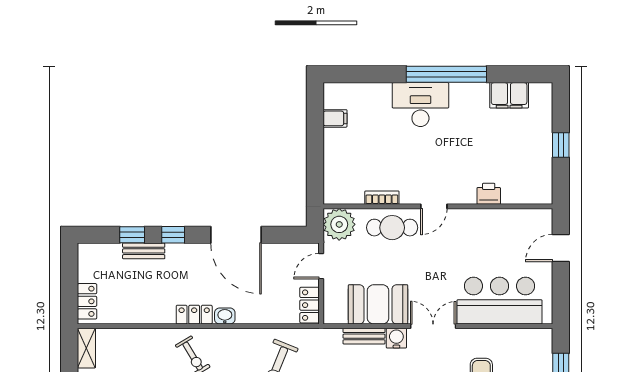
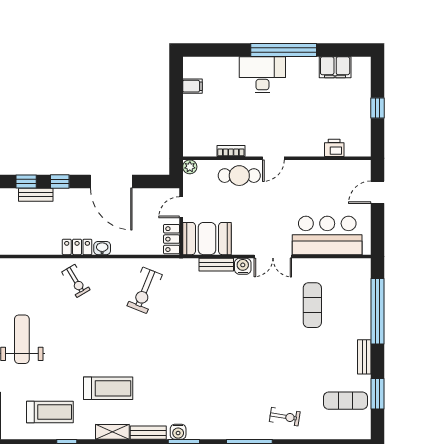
printer: (489, 194) -> (334, 148), moved
plant: (339, 224) -> (190, 167), width x0.53, depth x0.53
booth: (378, 304) -> (207, 239), moved
double door: (433, 326) -> (273, 256), swing flipped

